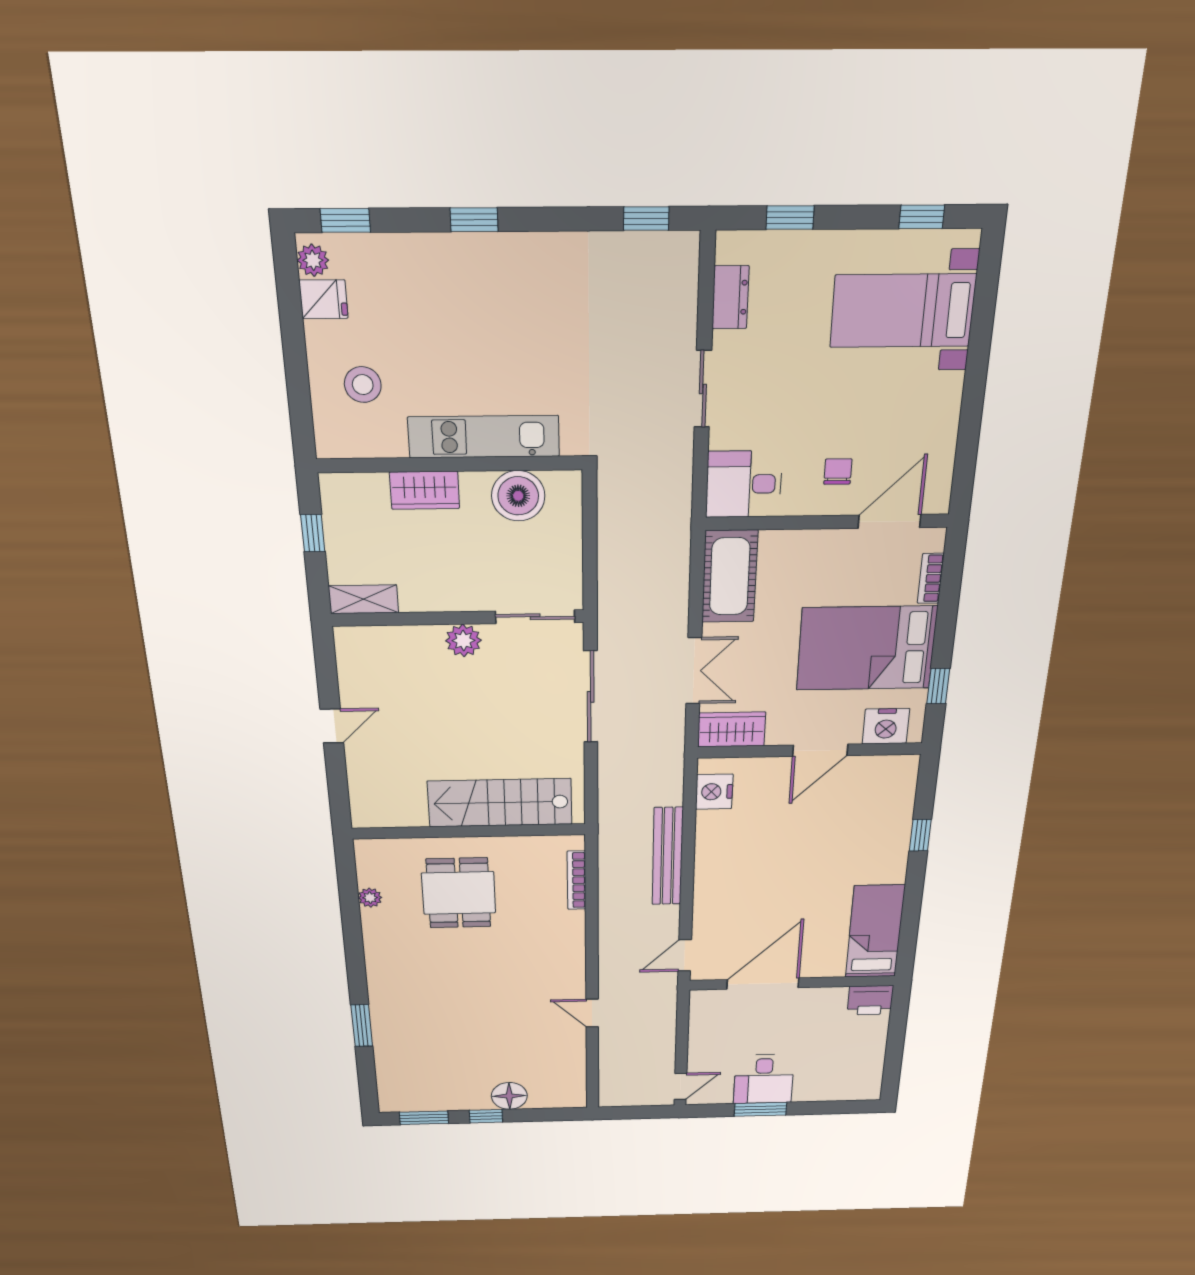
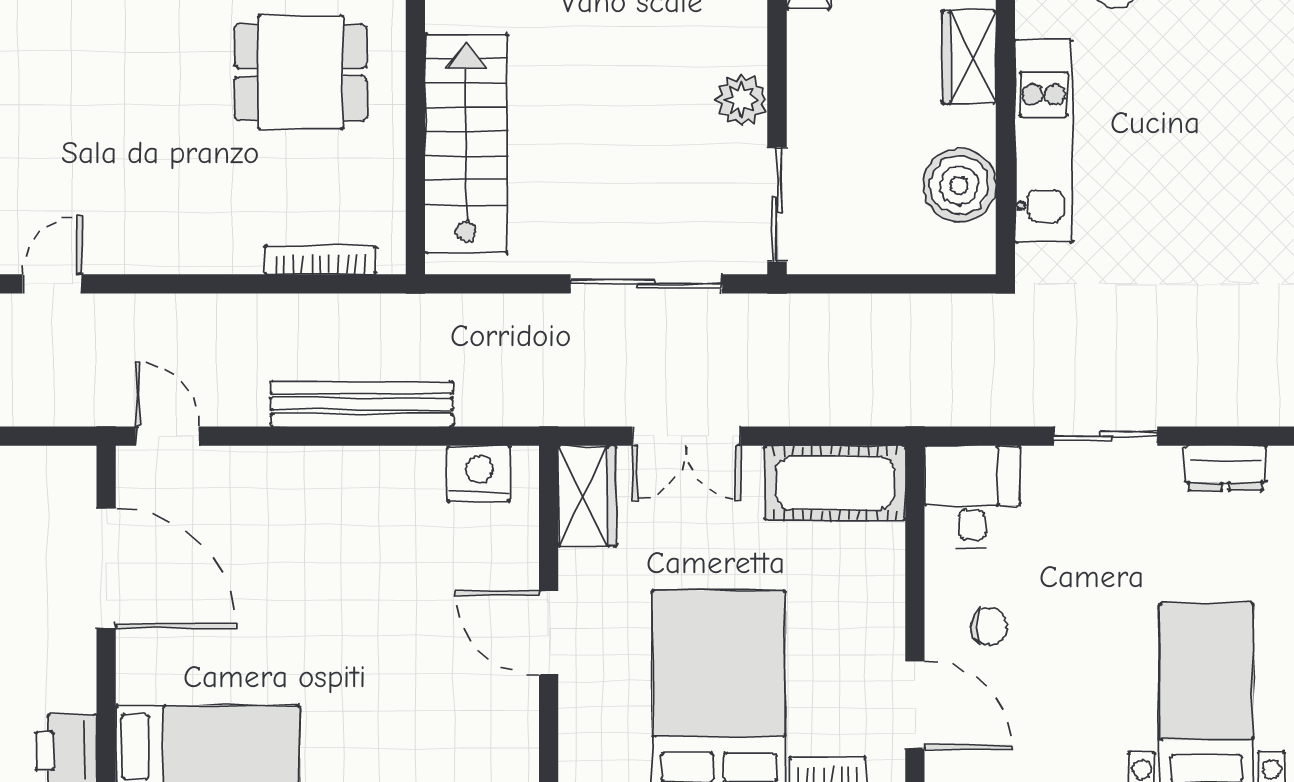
nightstand: (886, 726) -> (588, 730), removed

